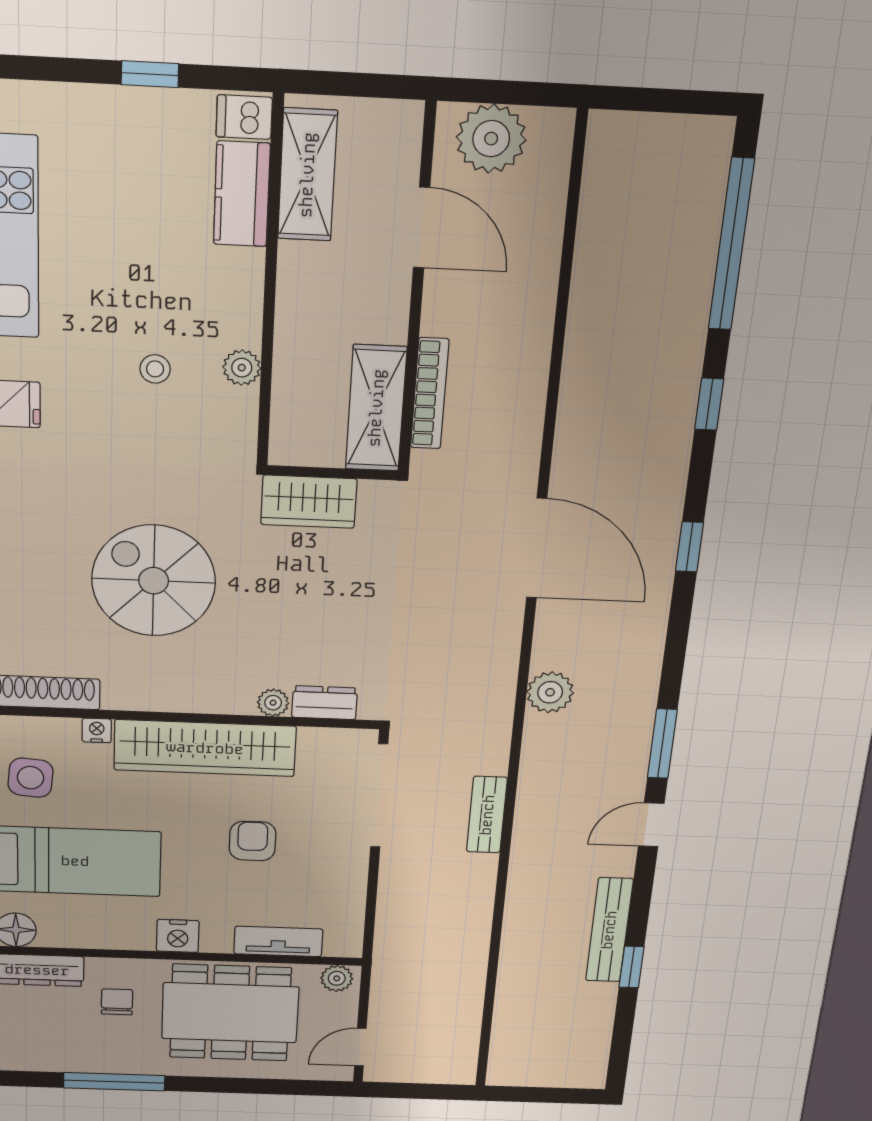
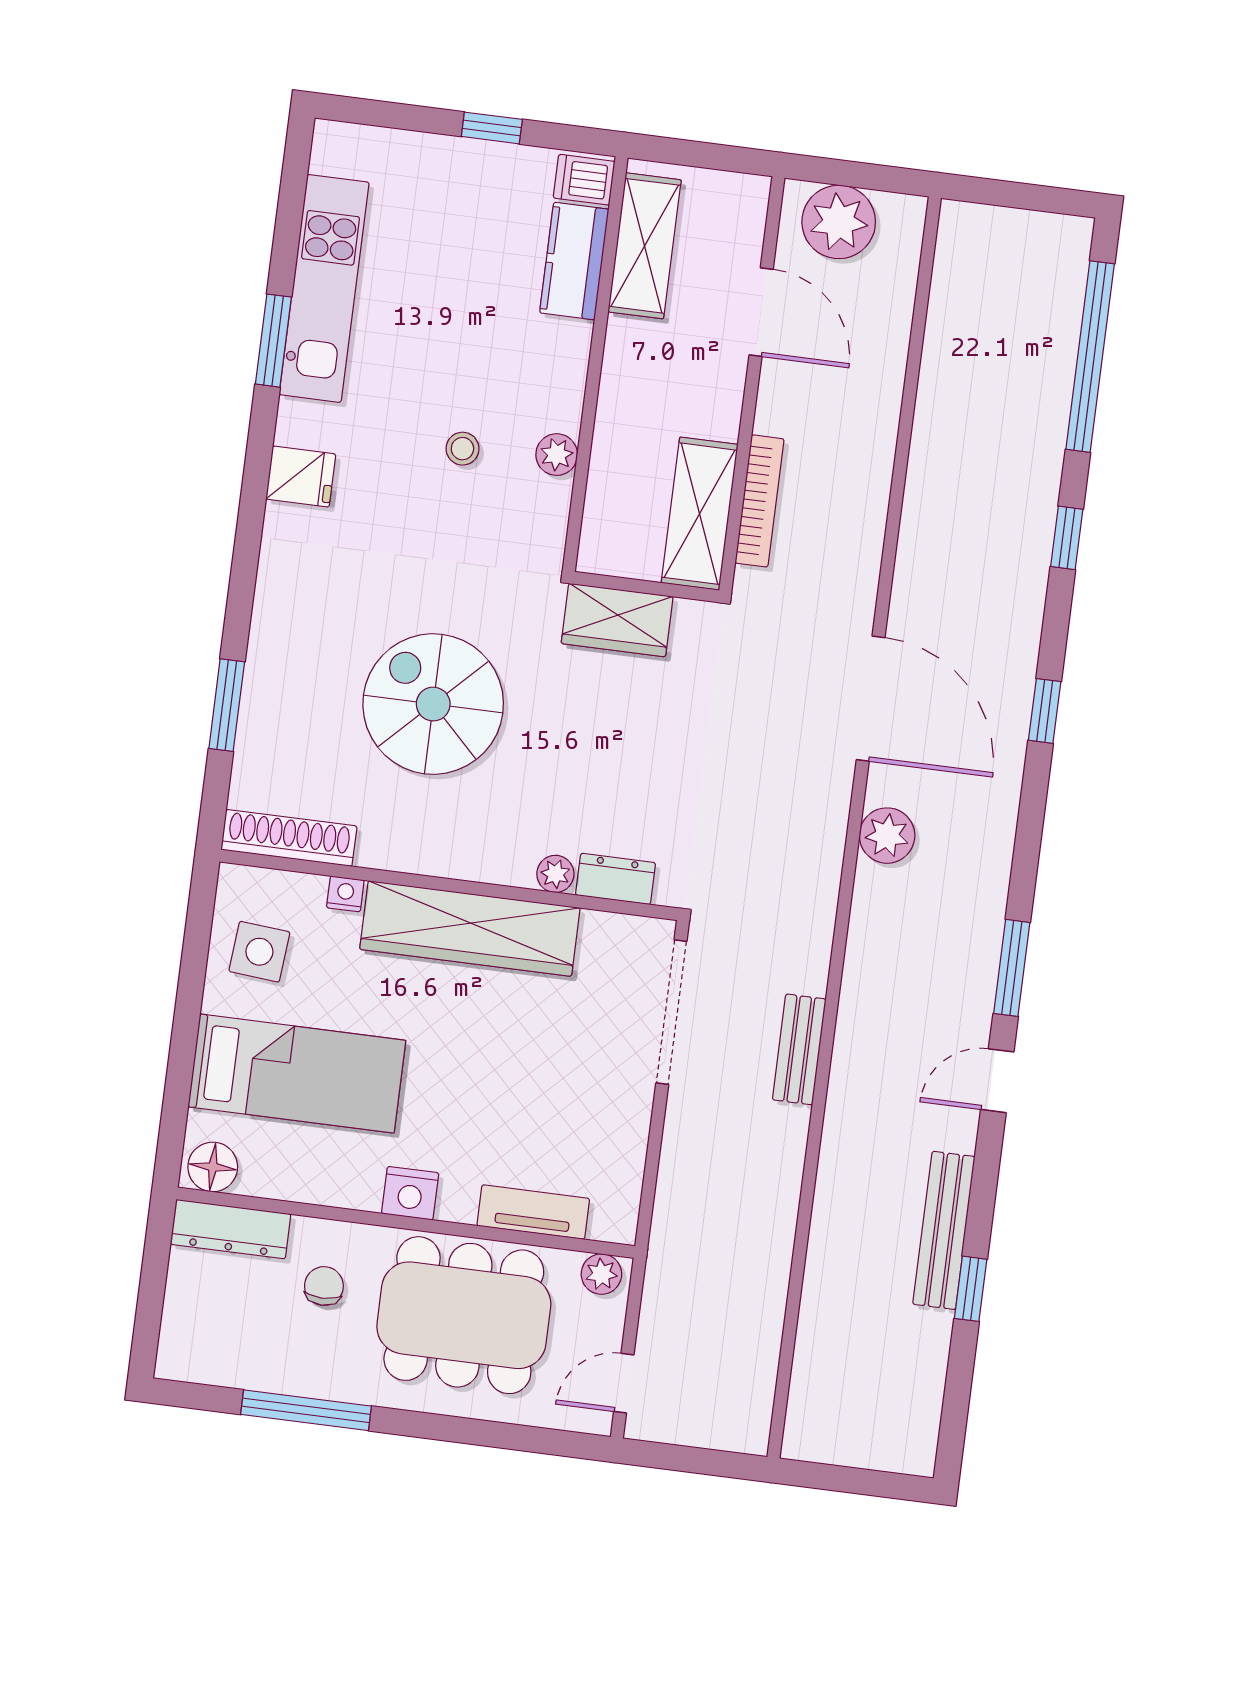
plant: (550, 692) -> (887, 836), moved
armchair: (253, 841) -> (514, 1063), removed

